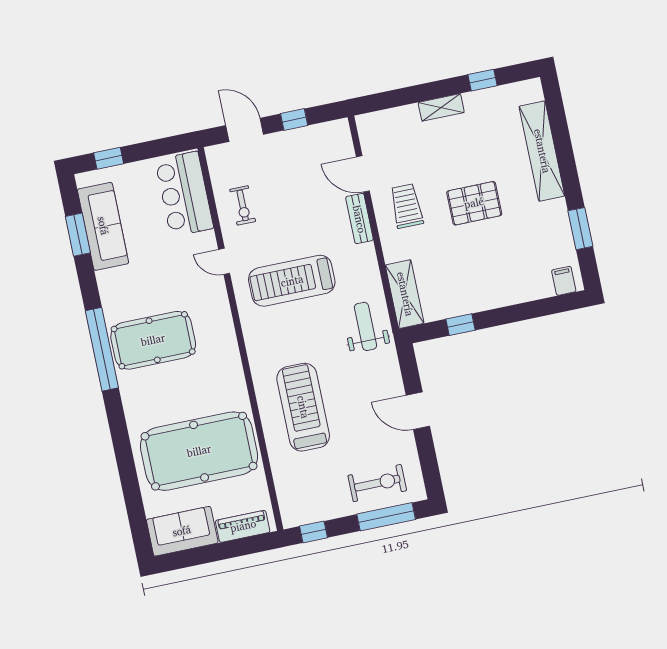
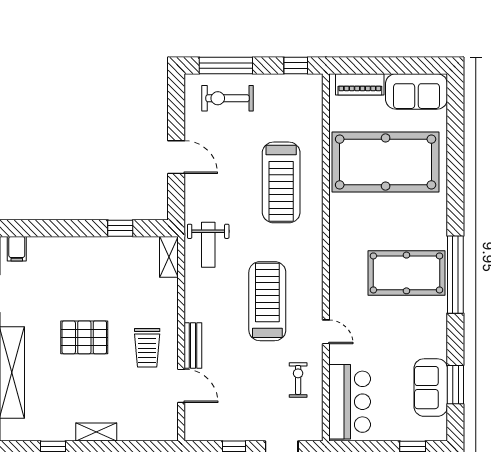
sofa: (103, 226) -> (431, 388), width x0.73
treadmill: (292, 281) -> (267, 301), turned -90
shelving: (405, 294) -> (169, 257), width x0.67, depth x0.75

